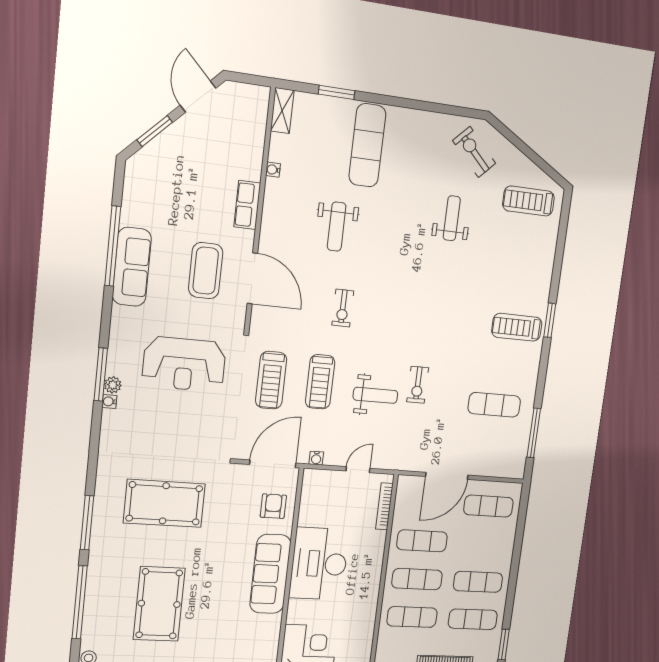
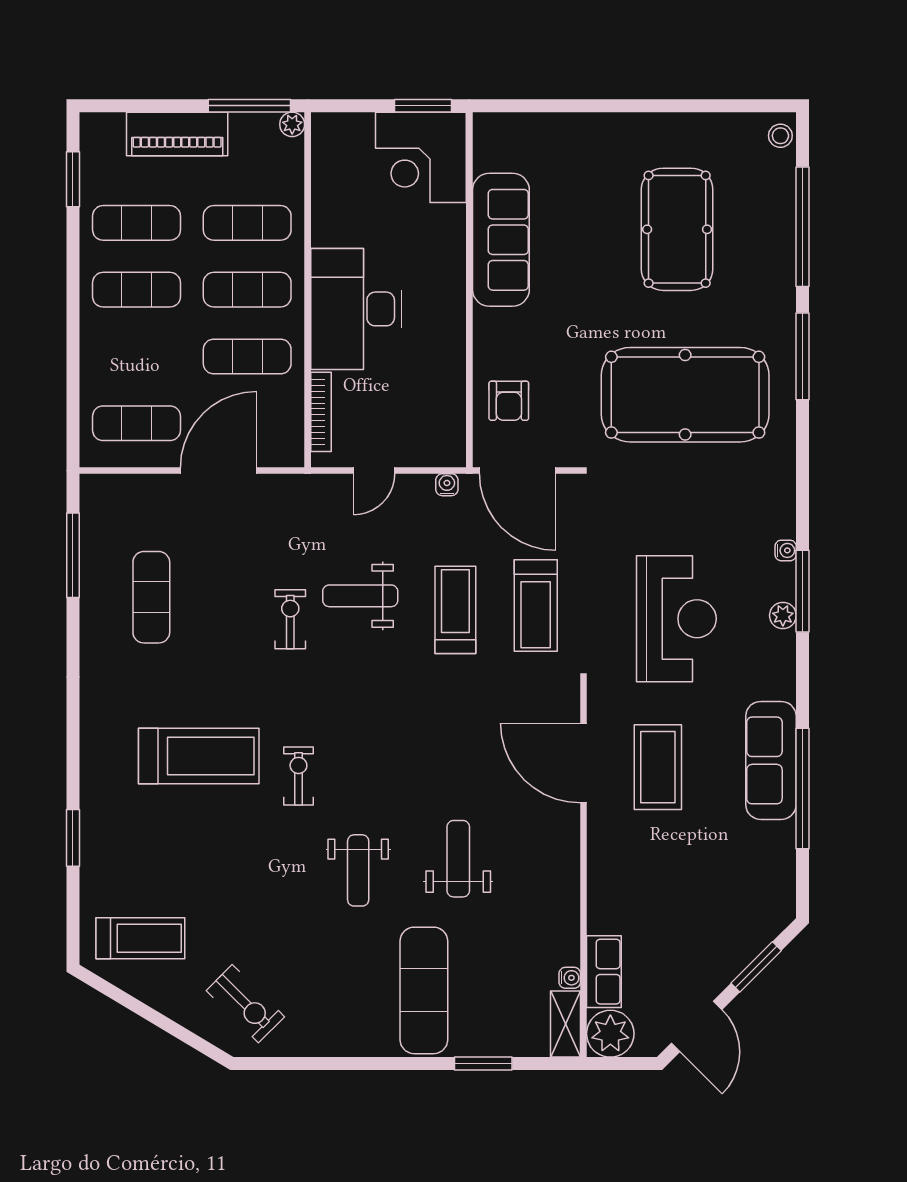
plant: (254, 100) -> (610, 1034), added
water cooler: (273, 170) -> (570, 978), moved
row of seats: (247, 205) -> (604, 972), moved
weight bench: (452, 218) -> (358, 870), moved
exercise bike: (343, 308) -> (298, 776), moved
window: (550, 320) -> (73, 838), moved
treadmill: (517, 327) -> (199, 756), moved, width x1.37, depth x1.38
reception desk: (184, 364) -> (676, 619), turned 90
treadmill: (271, 380) -> (536, 606), turned 180
plant: (113, 385) -> (783, 615), moved
exercise mat: (494, 405) -> (151, 597), turned 90
door: (273, 464) -> (518, 470), hinge flipped
pool table: (164, 503) -> (685, 395), width x1.36, depth x1.32
desk: (319, 564) -> (356, 309), moved, turned 180
sofa: (270, 574) -> (501, 240), moved

